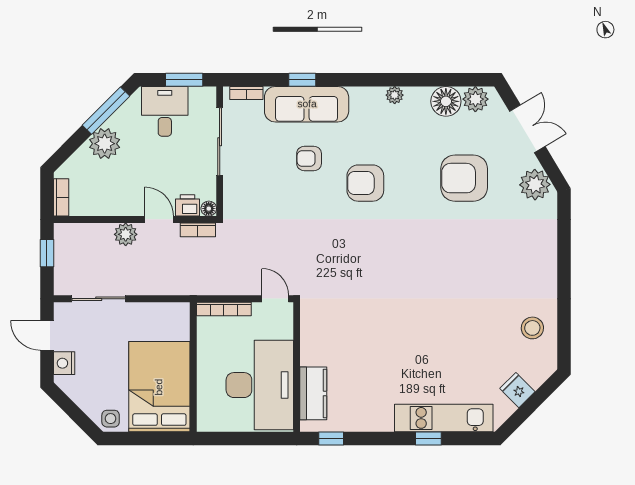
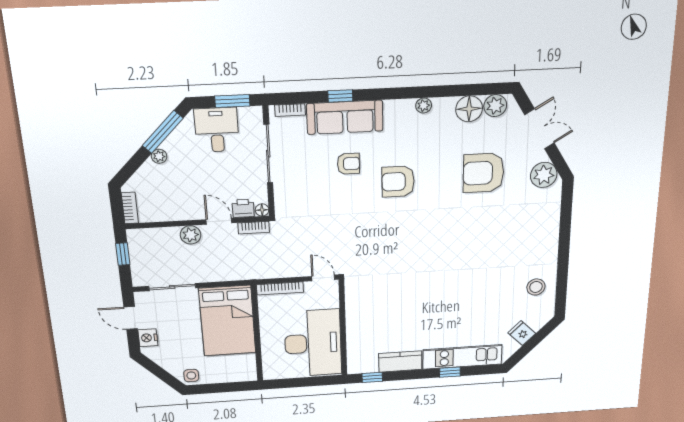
plant: (105, 144) -> (159, 156), width x0.53, depth x0.53
armchair: (309, 158) -> (348, 164), turned 180
bed: (159, 387) -> (227, 321), moved, turned 180
kitchen counter: (313, 393) -> (400, 361), moved, turned -90

